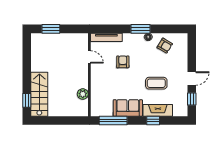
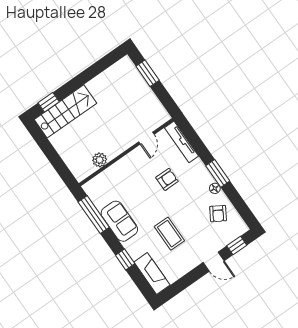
door: (192, 78) -> (214, 262), moved
window: (192, 99) -> (237, 246), moved
fireplace: (158, 110) -> (152, 273), moved

